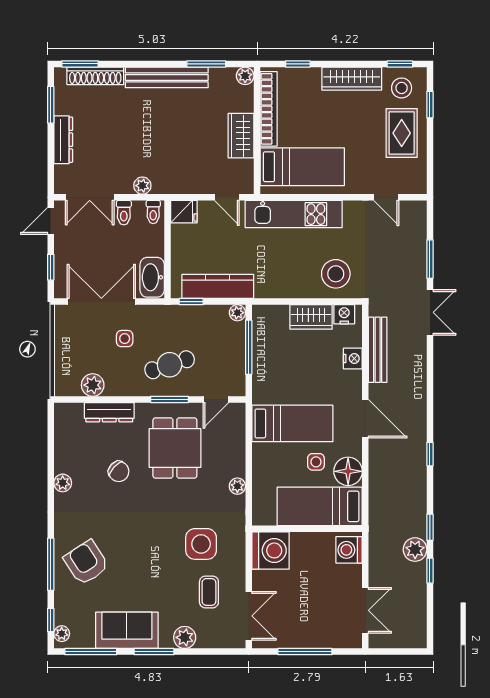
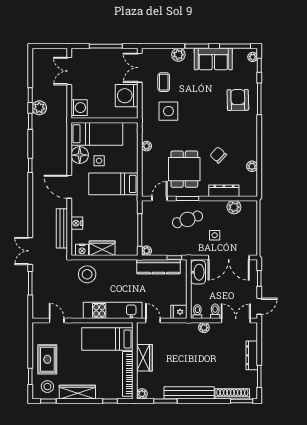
plant: (63, 483) -> (252, 166), moved
washing machine: (270, 550) -> (127, 96), moved
armchair: (86, 563) -> (238, 100), turned -148

